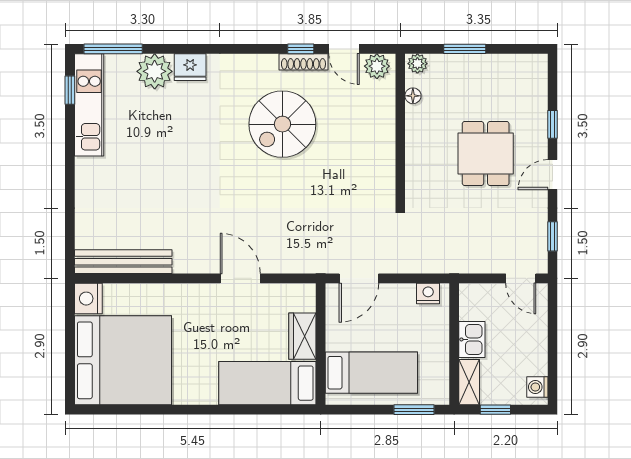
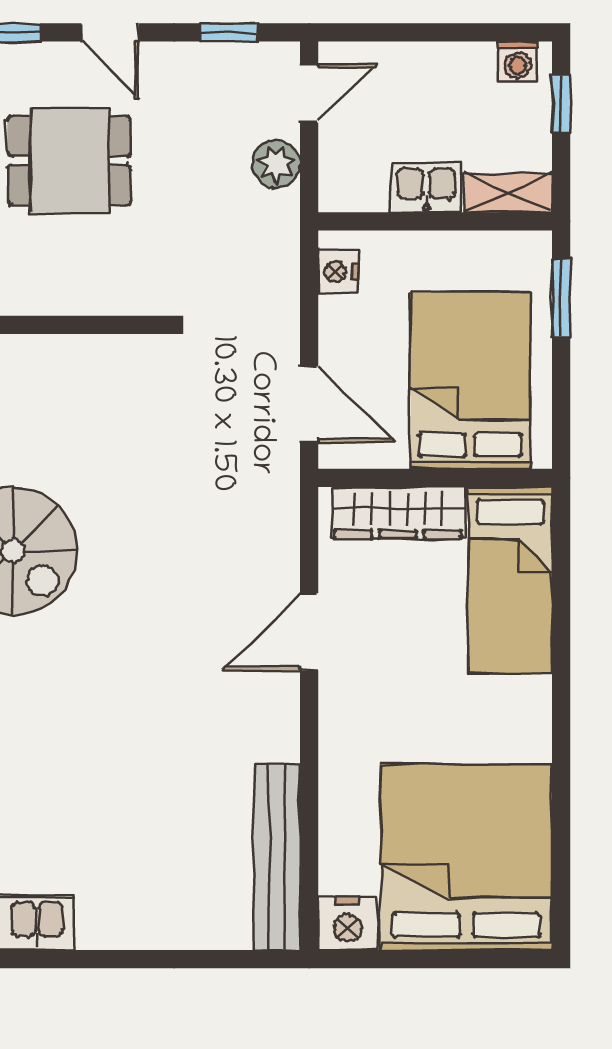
plant: (484, 261) -> (276, 164), added
wardrobe: (302, 336) -> (398, 513), width x1.50
bed: (371, 373) -> (470, 380), width x1.50
window: (495, 410) -> (561, 103), moved

